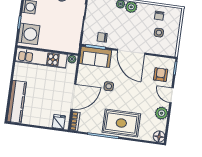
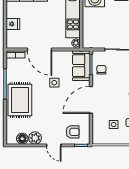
door: (172, 95) -> (54, 145), swing flipped
fridge: (59, 122) -> (13, 24), moved
floor lamp: (159, 137) -> (22, 139), moved

